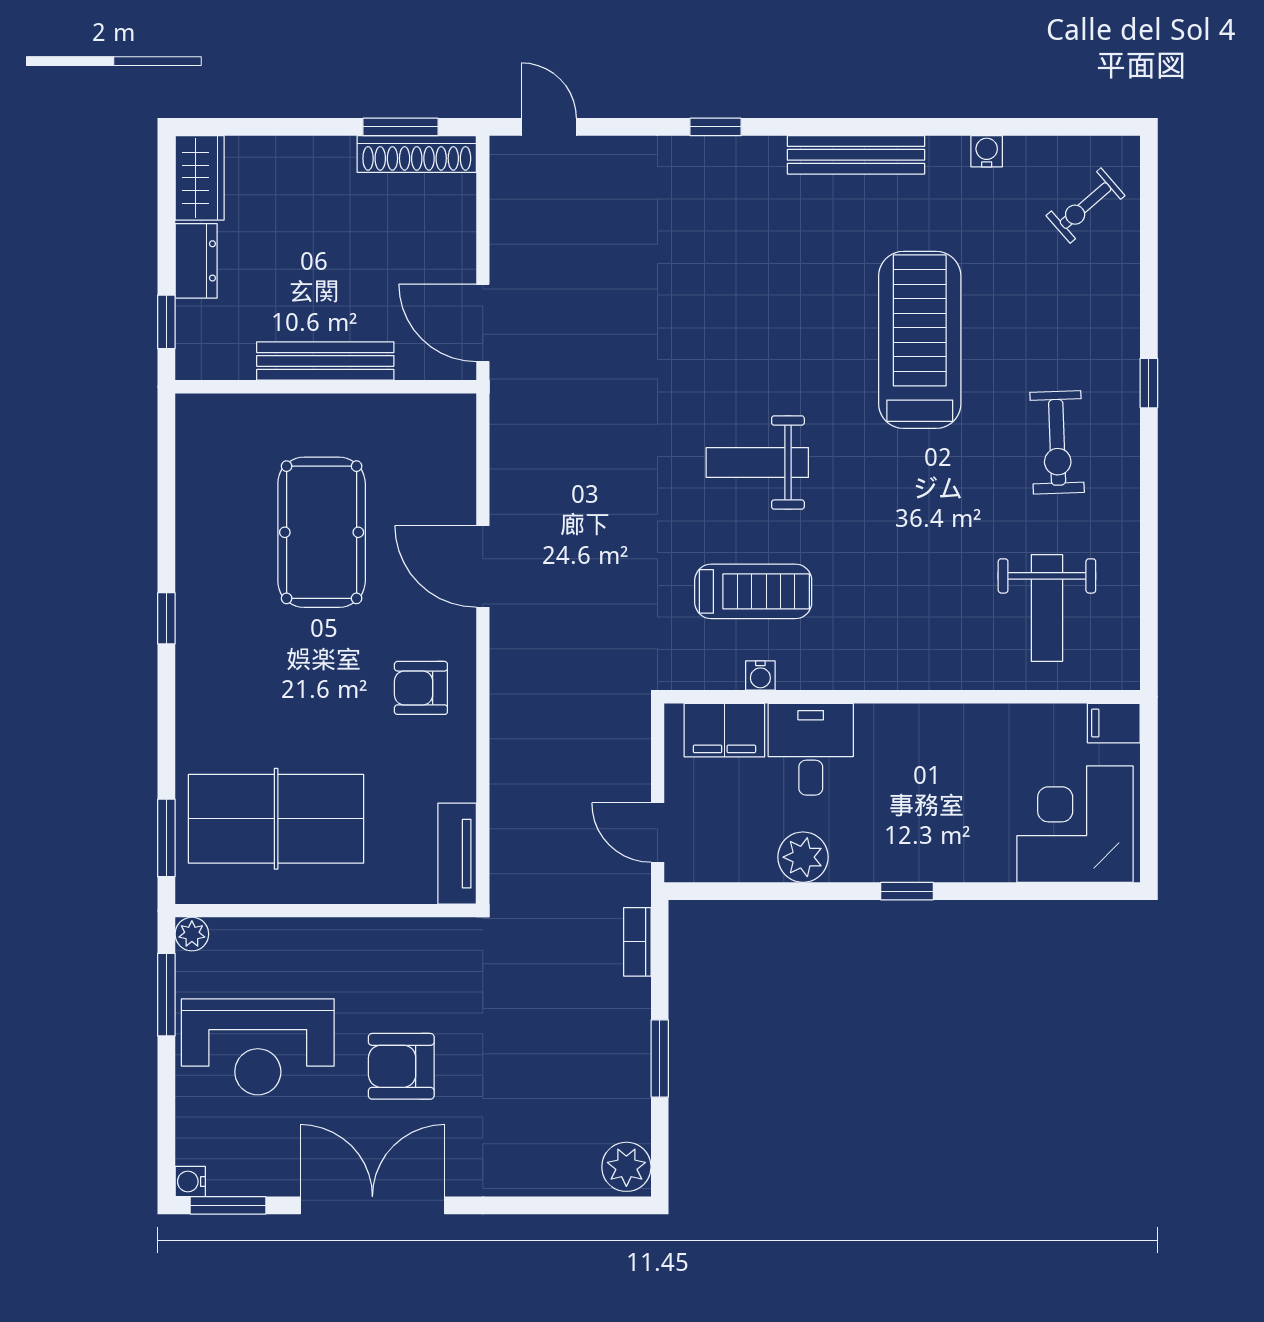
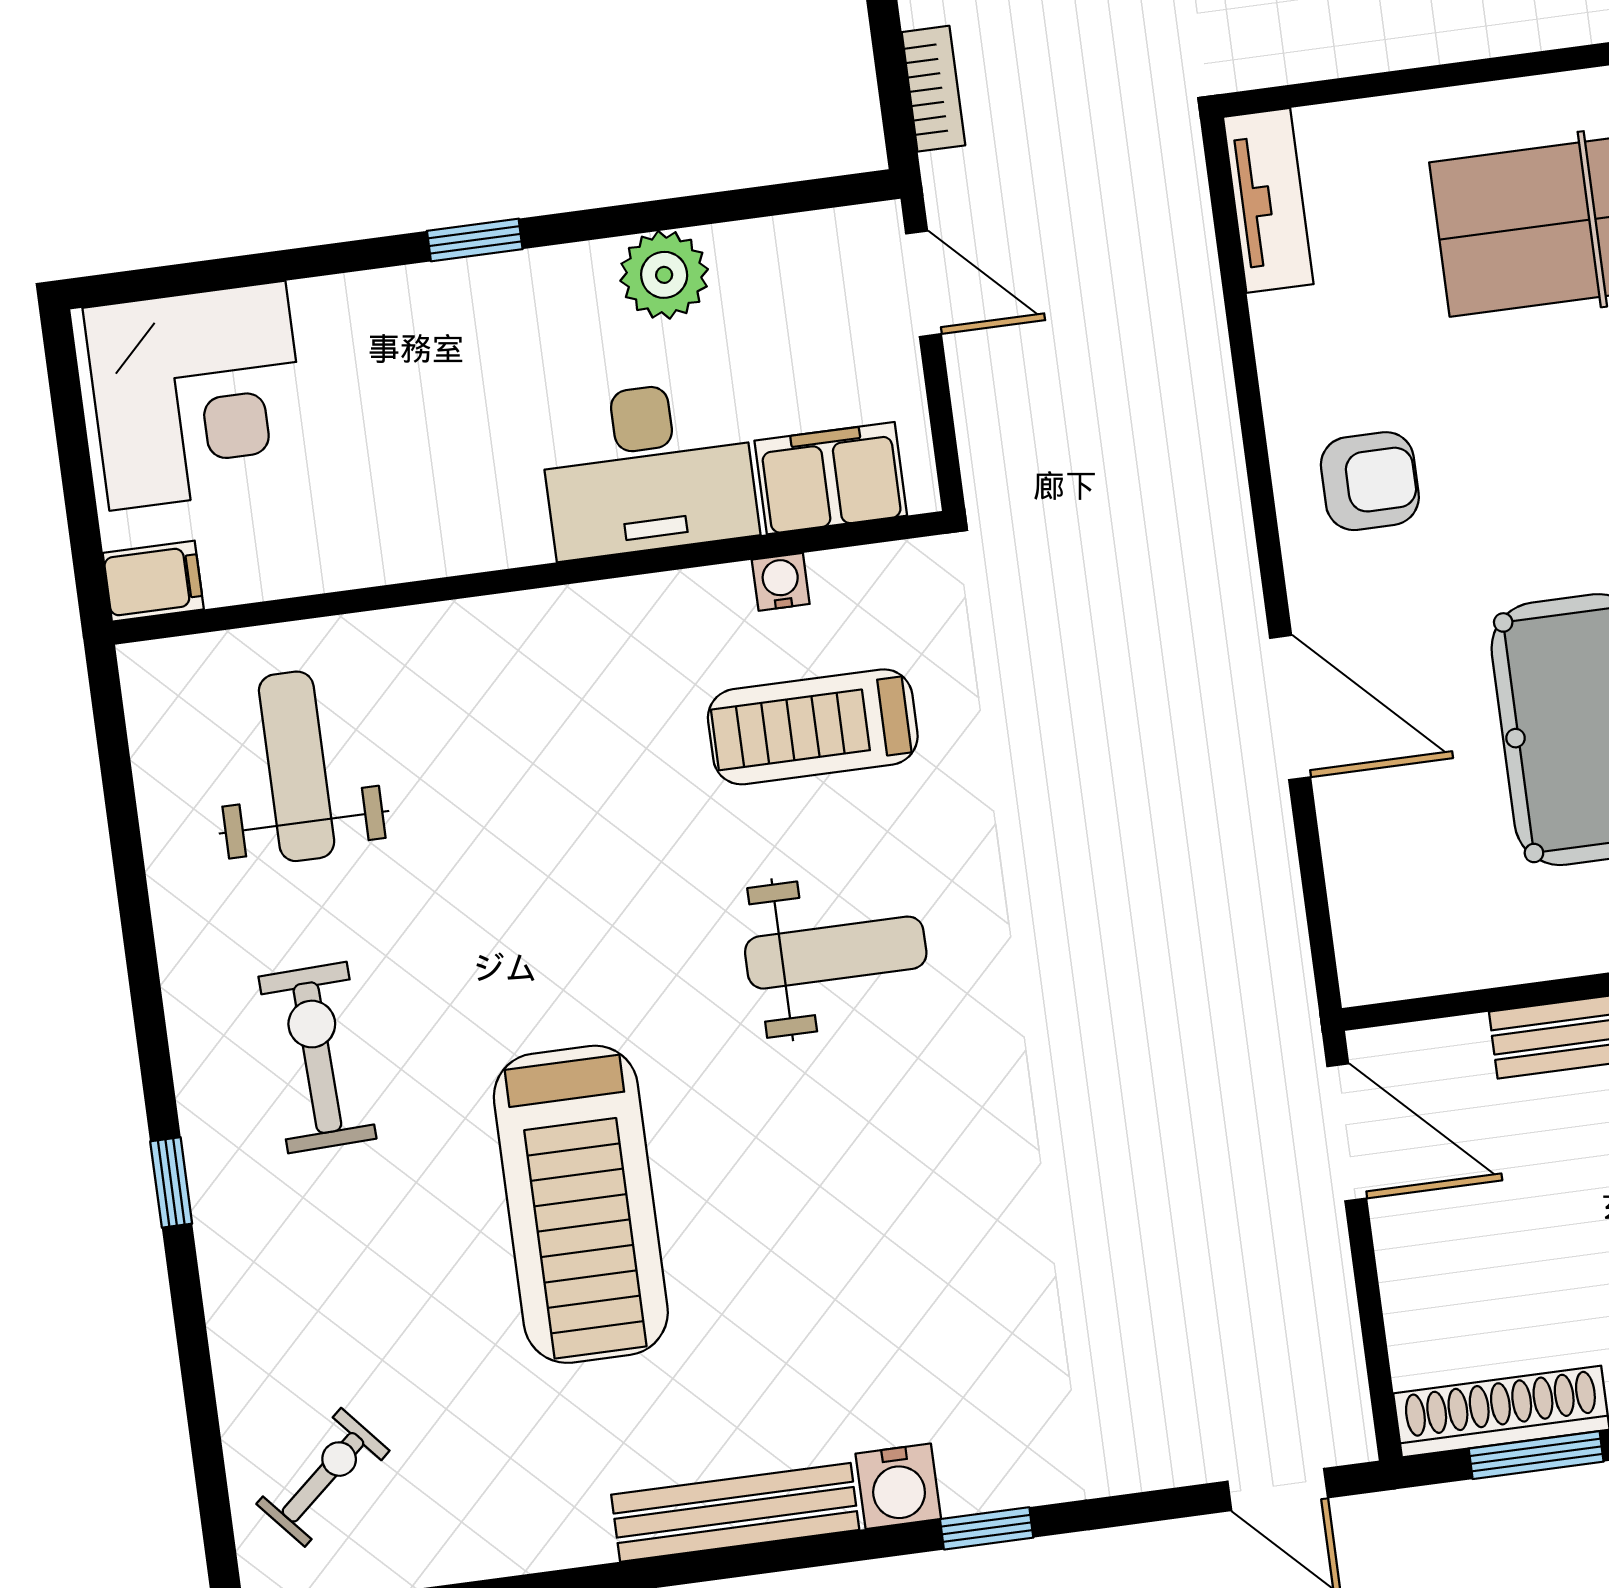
water cooler: (987, 151) -> (898, 1486), moved, width x1.38, depth x1.38
desk: (811, 749) -> (648, 469), width x1.37

